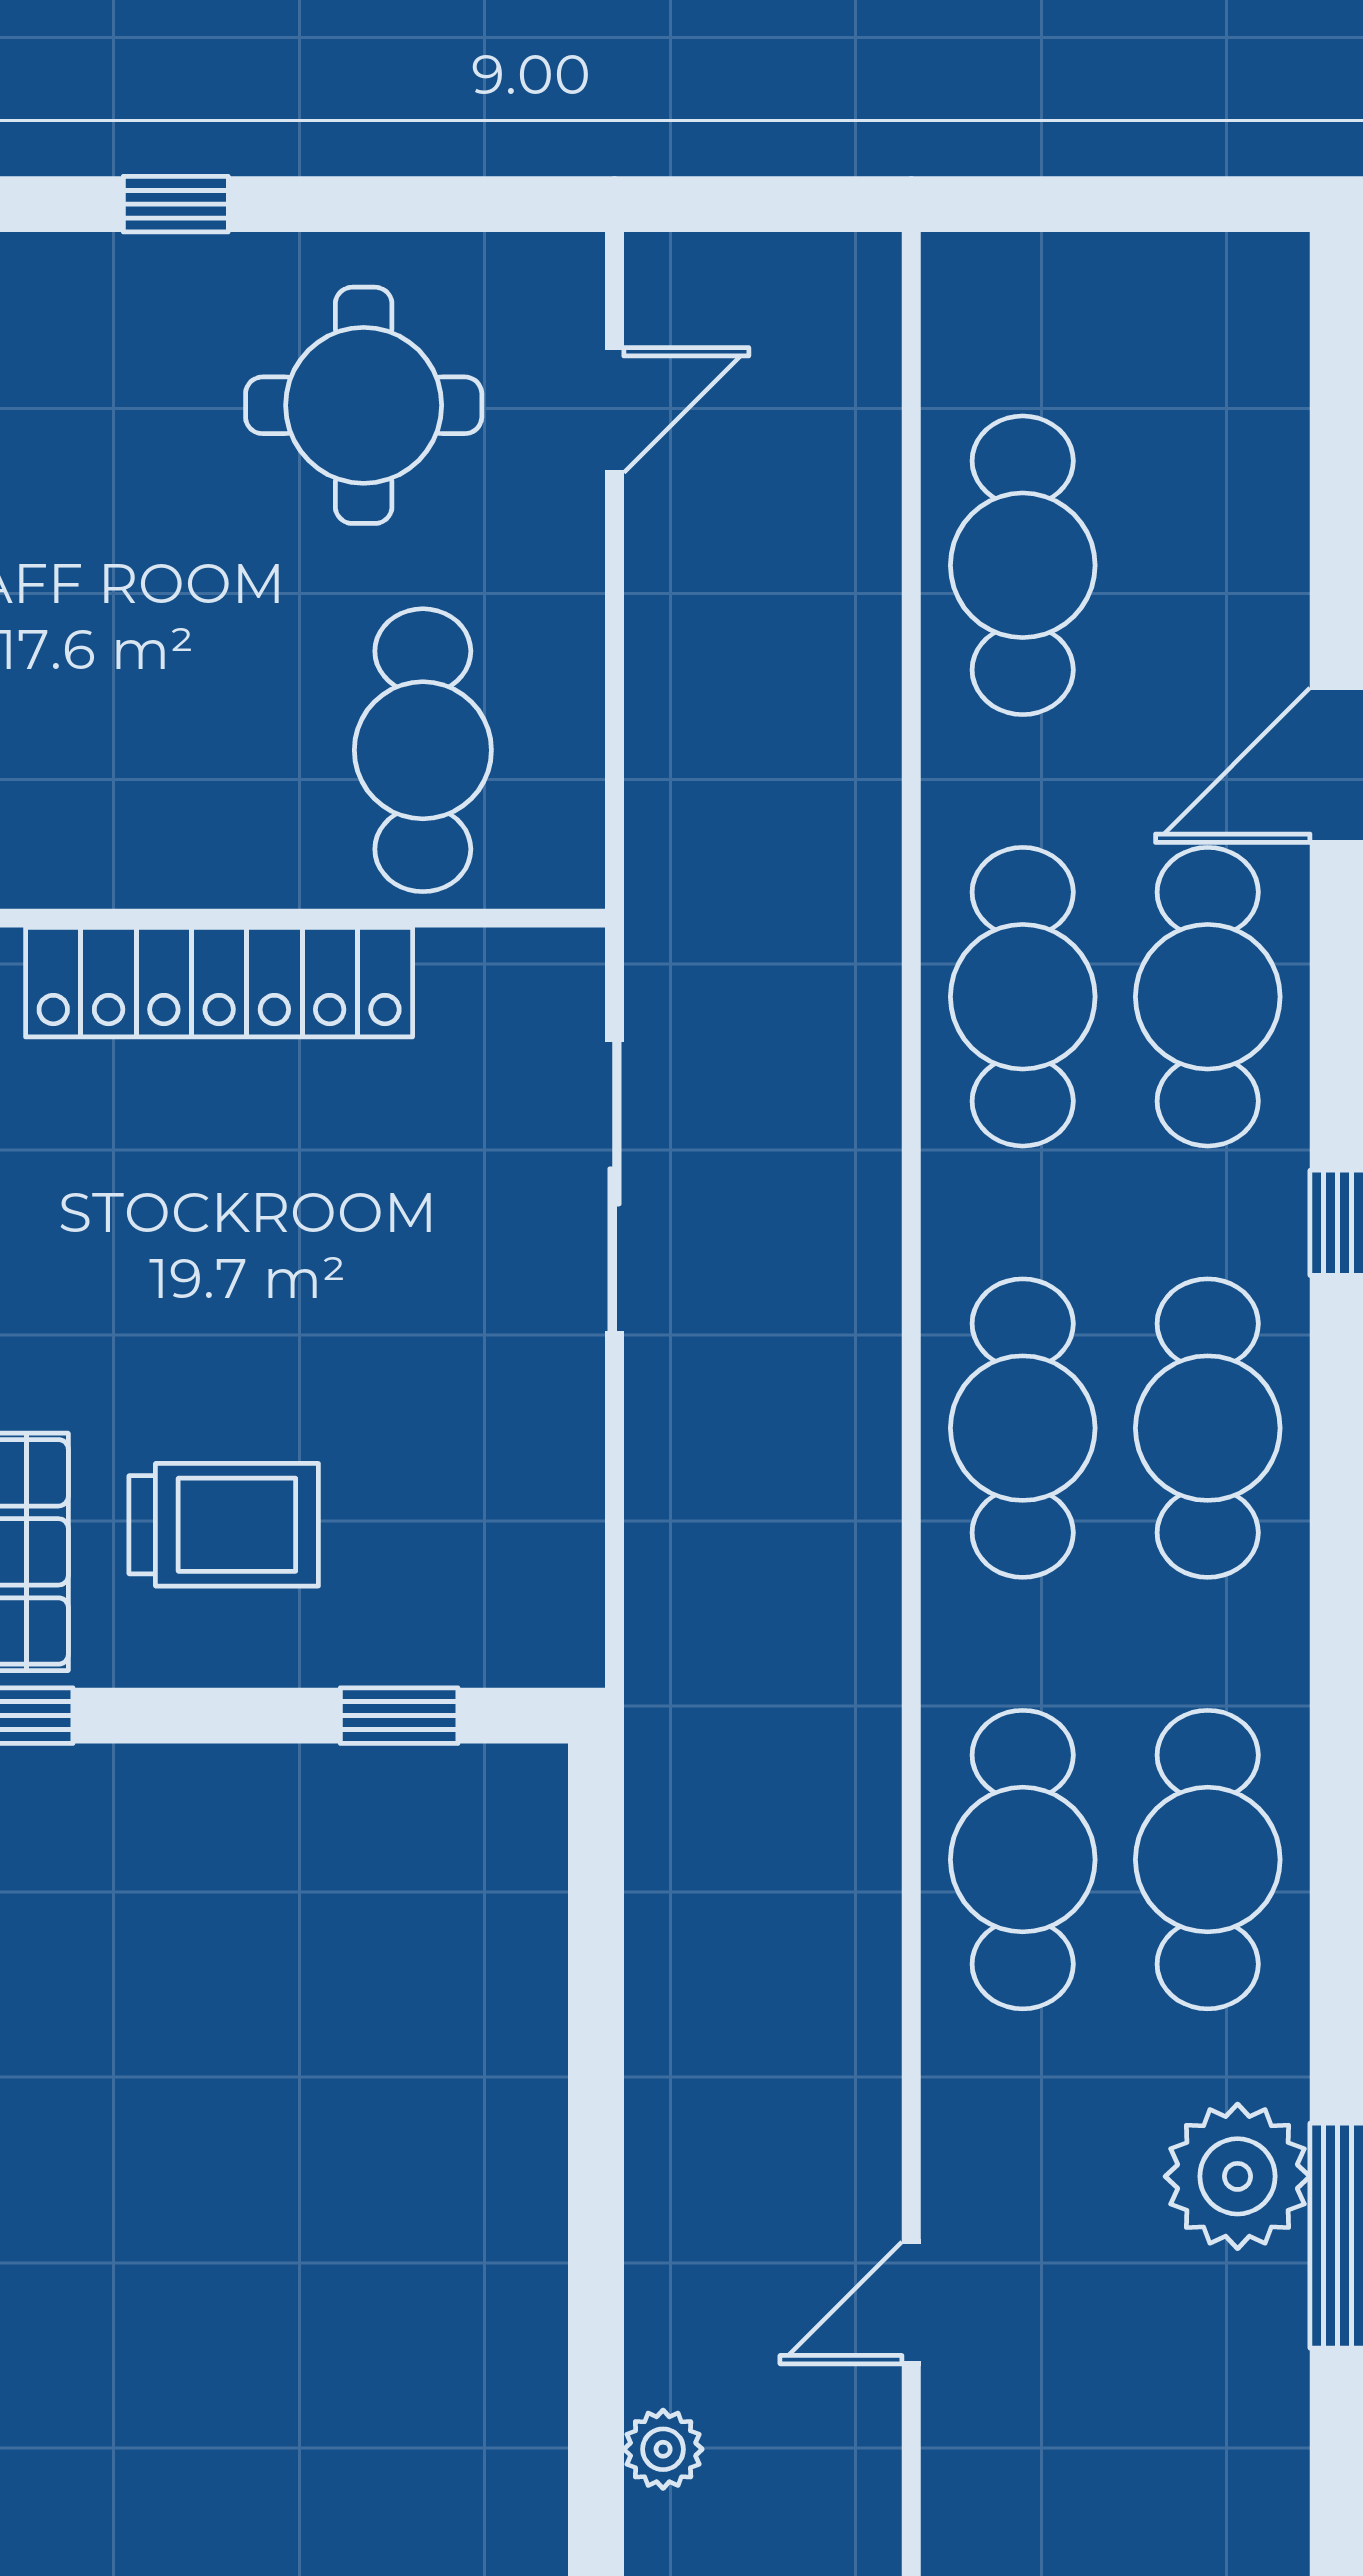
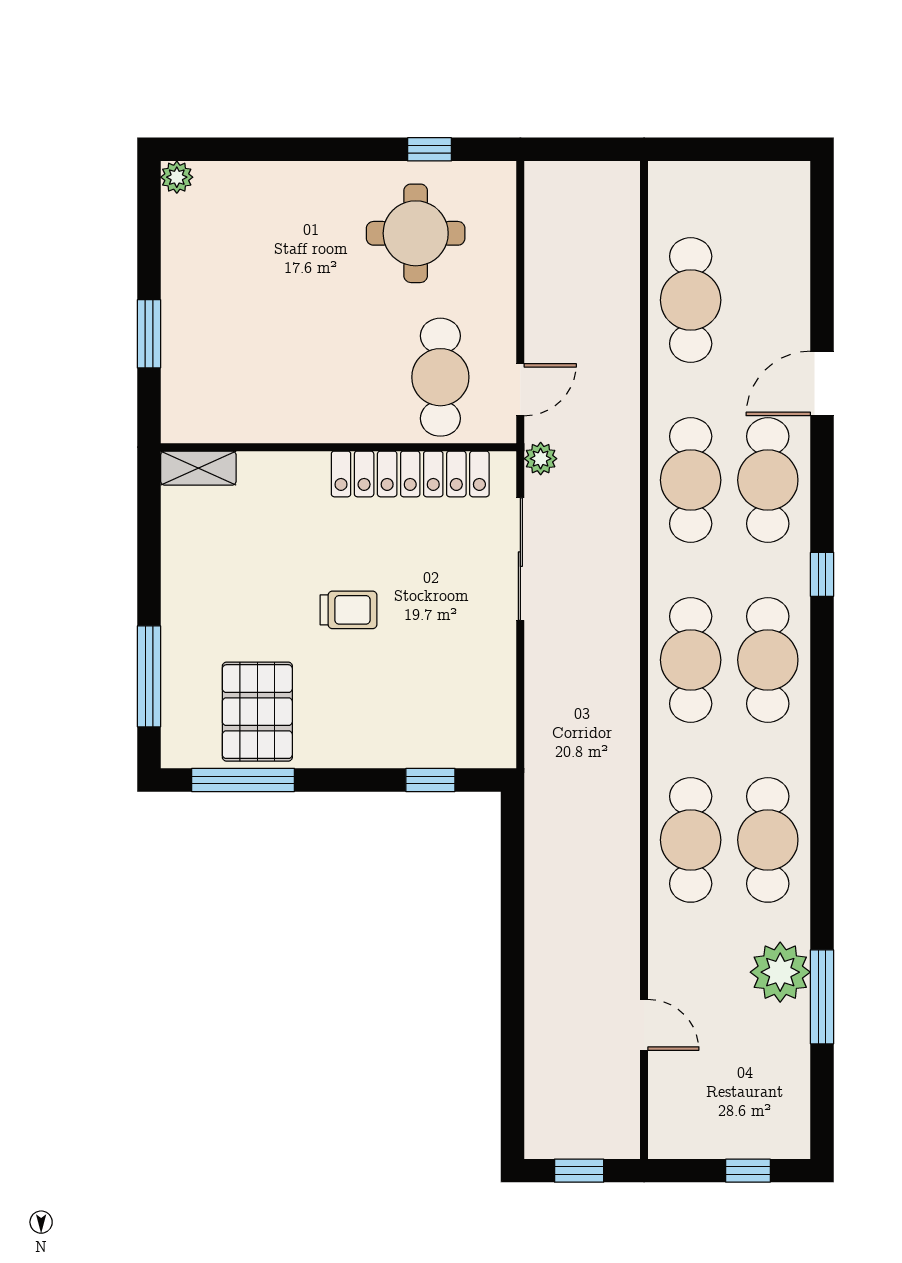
window: (176, 204) -> (429, 149), moved
door: (615, 410) -> (520, 390), moved
locker: (219, 982) -> (410, 474), moved
trolley: (224, 1525) -> (349, 610), moved, width x0.73, depth x0.72
door: (911, 2303) -> (644, 1025), swing flipped
plant: (663, 2449) -> (541, 459), moved

